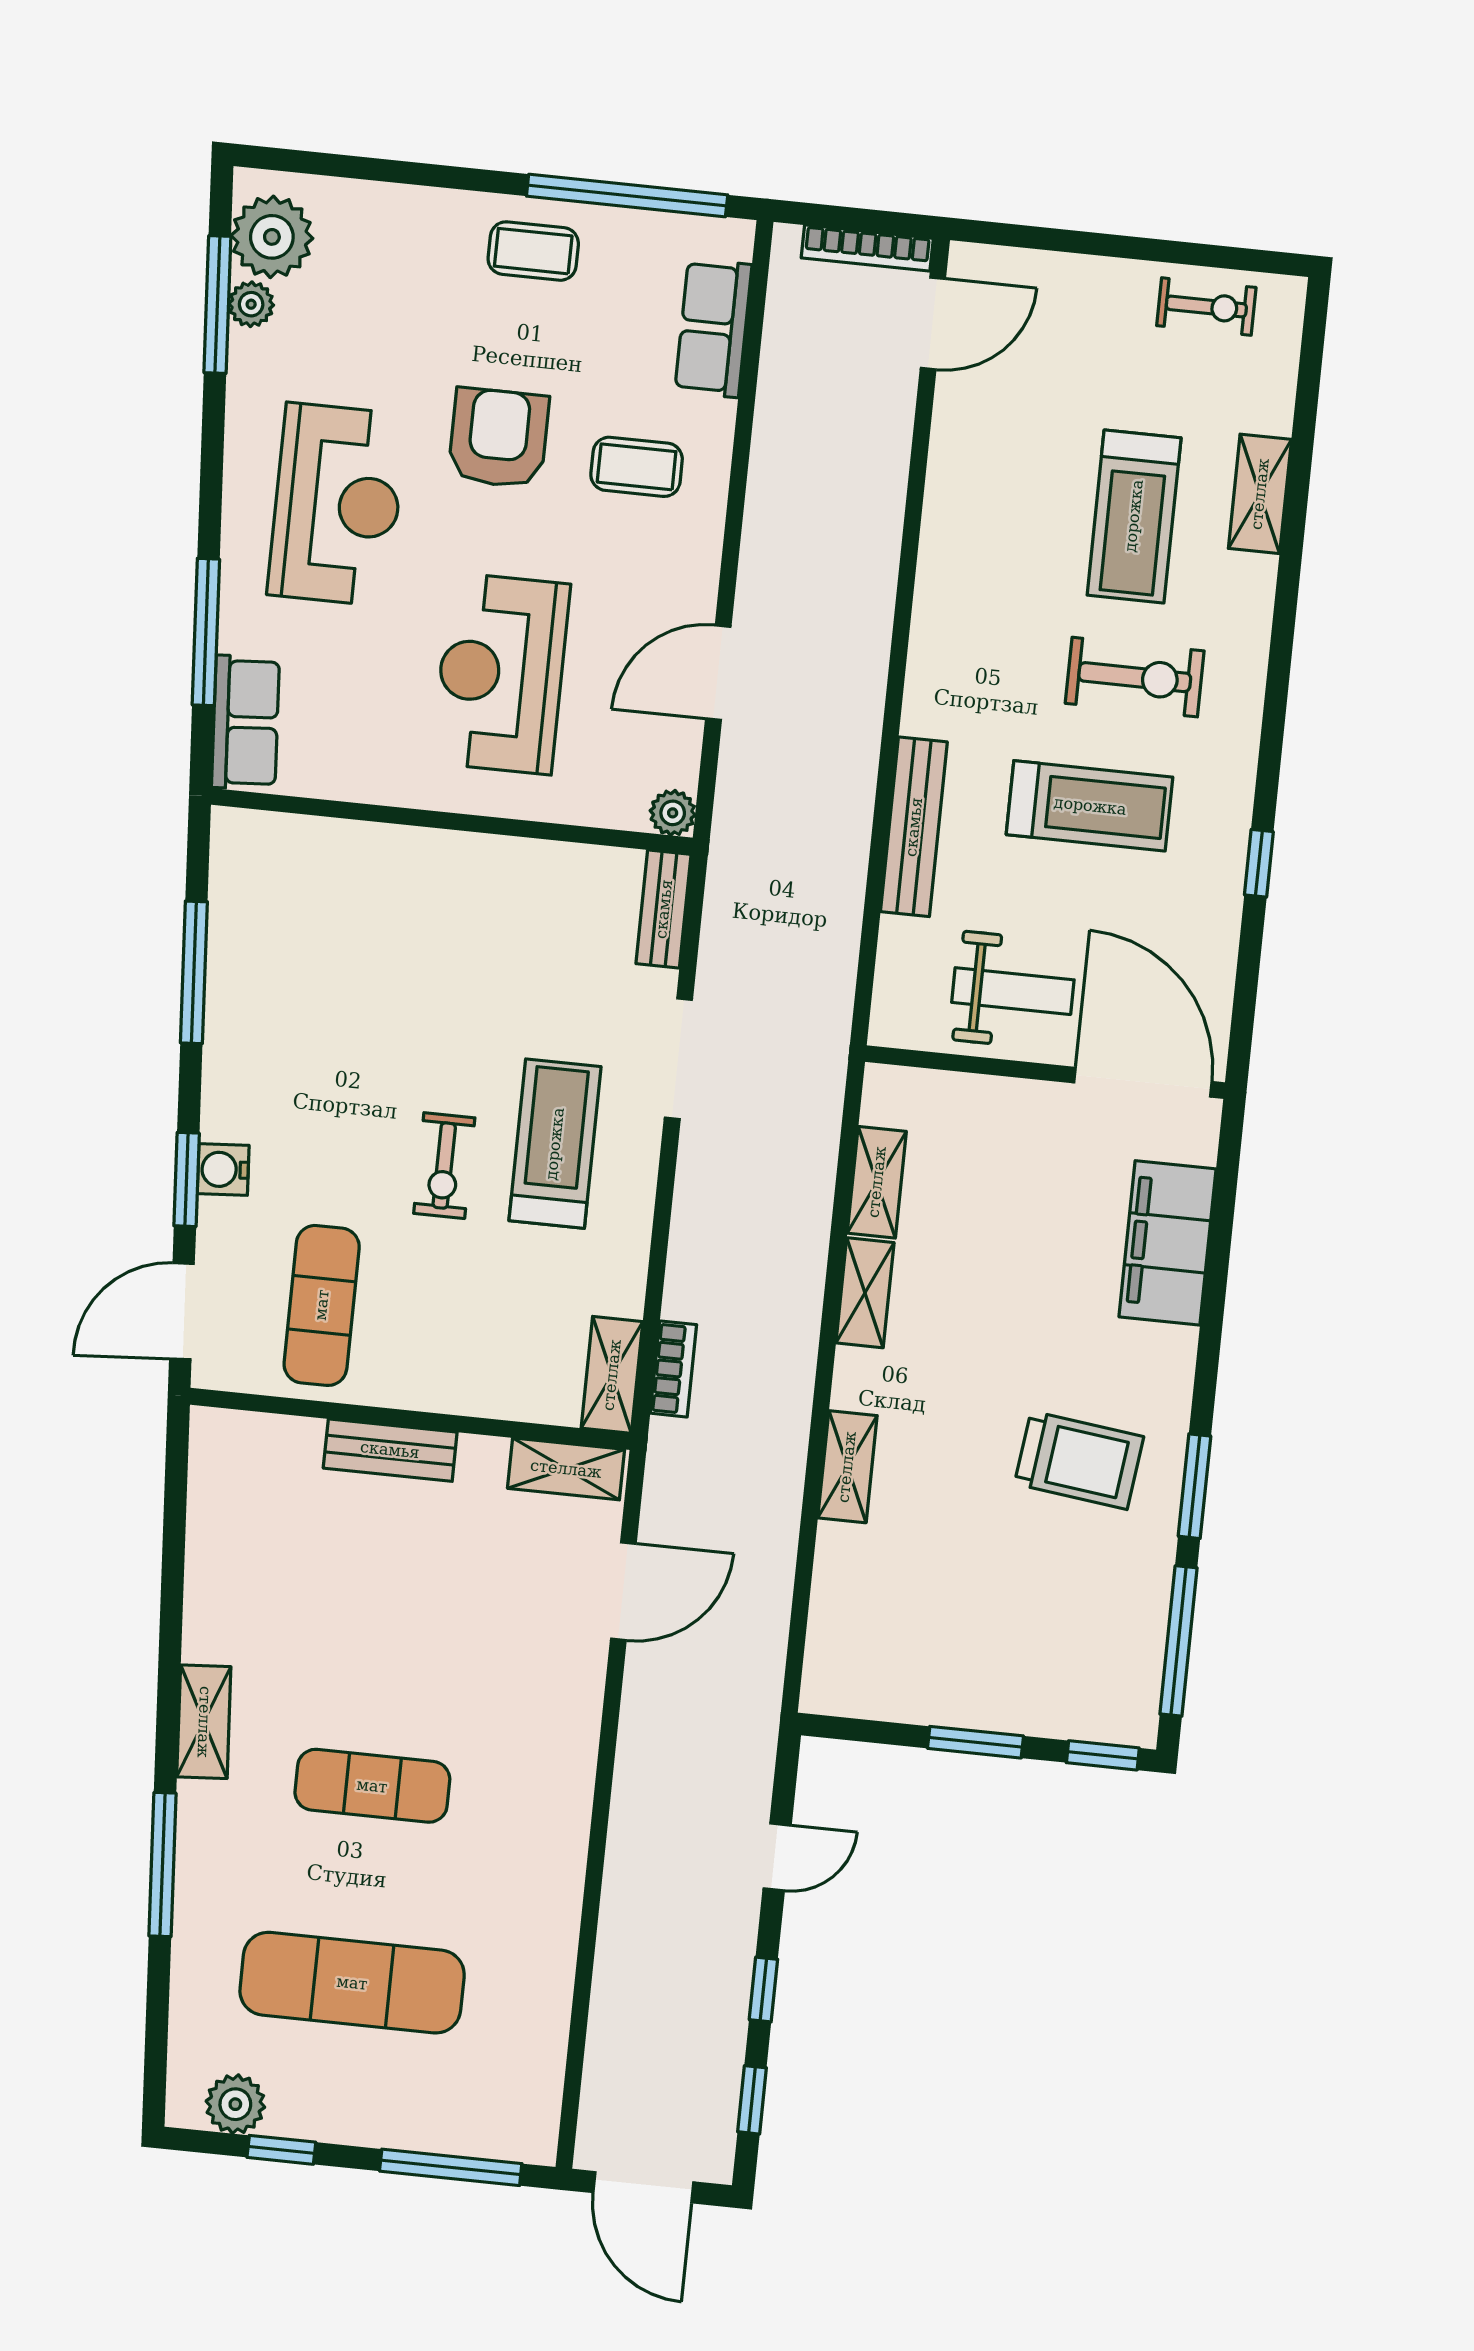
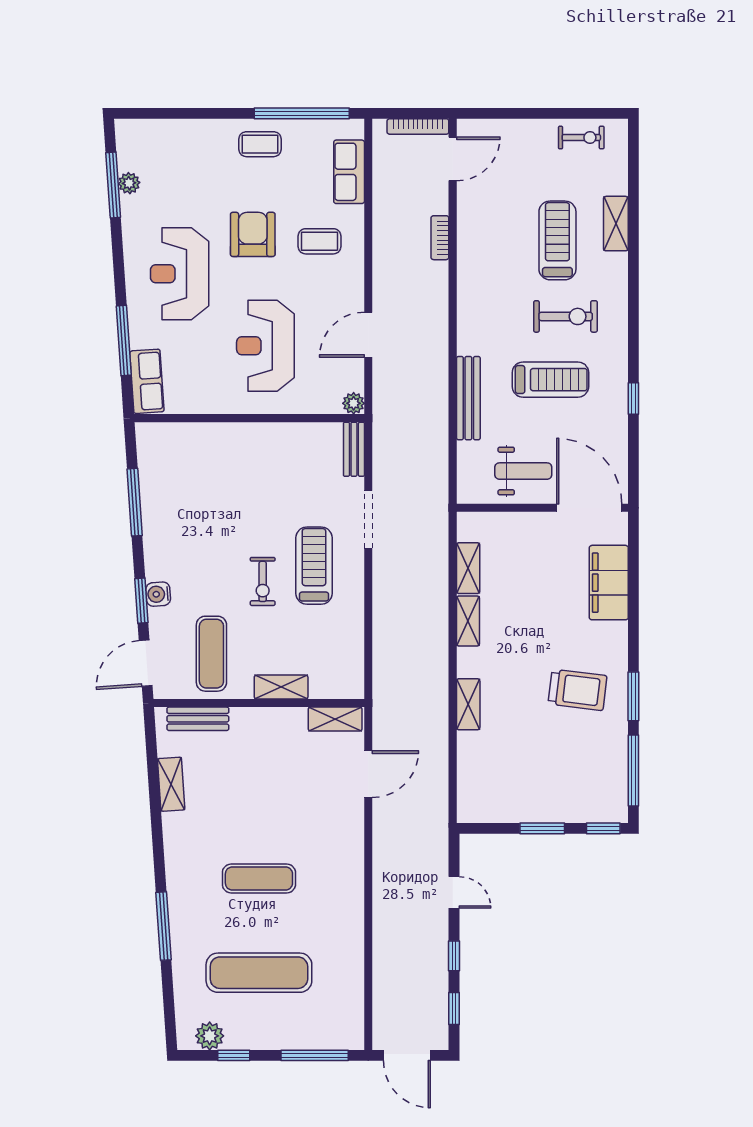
plant: (272, 237) -> (136, 150), removed
reception desk: (337, 504) -> (180, 274), turned 180
treadmill: (1134, 516) -> (557, 240), turned 180
bookcase: (673, 1369) -> (440, 238), moved, turned 180
shelving: (612, 1375) -> (281, 687), moved, turned 90
bench: (390, 1450) -> (198, 719), moved
shelving: (204, 1722) -> (171, 784), moved
door: (777, 1857) -> (454, 892), hinge flipped

